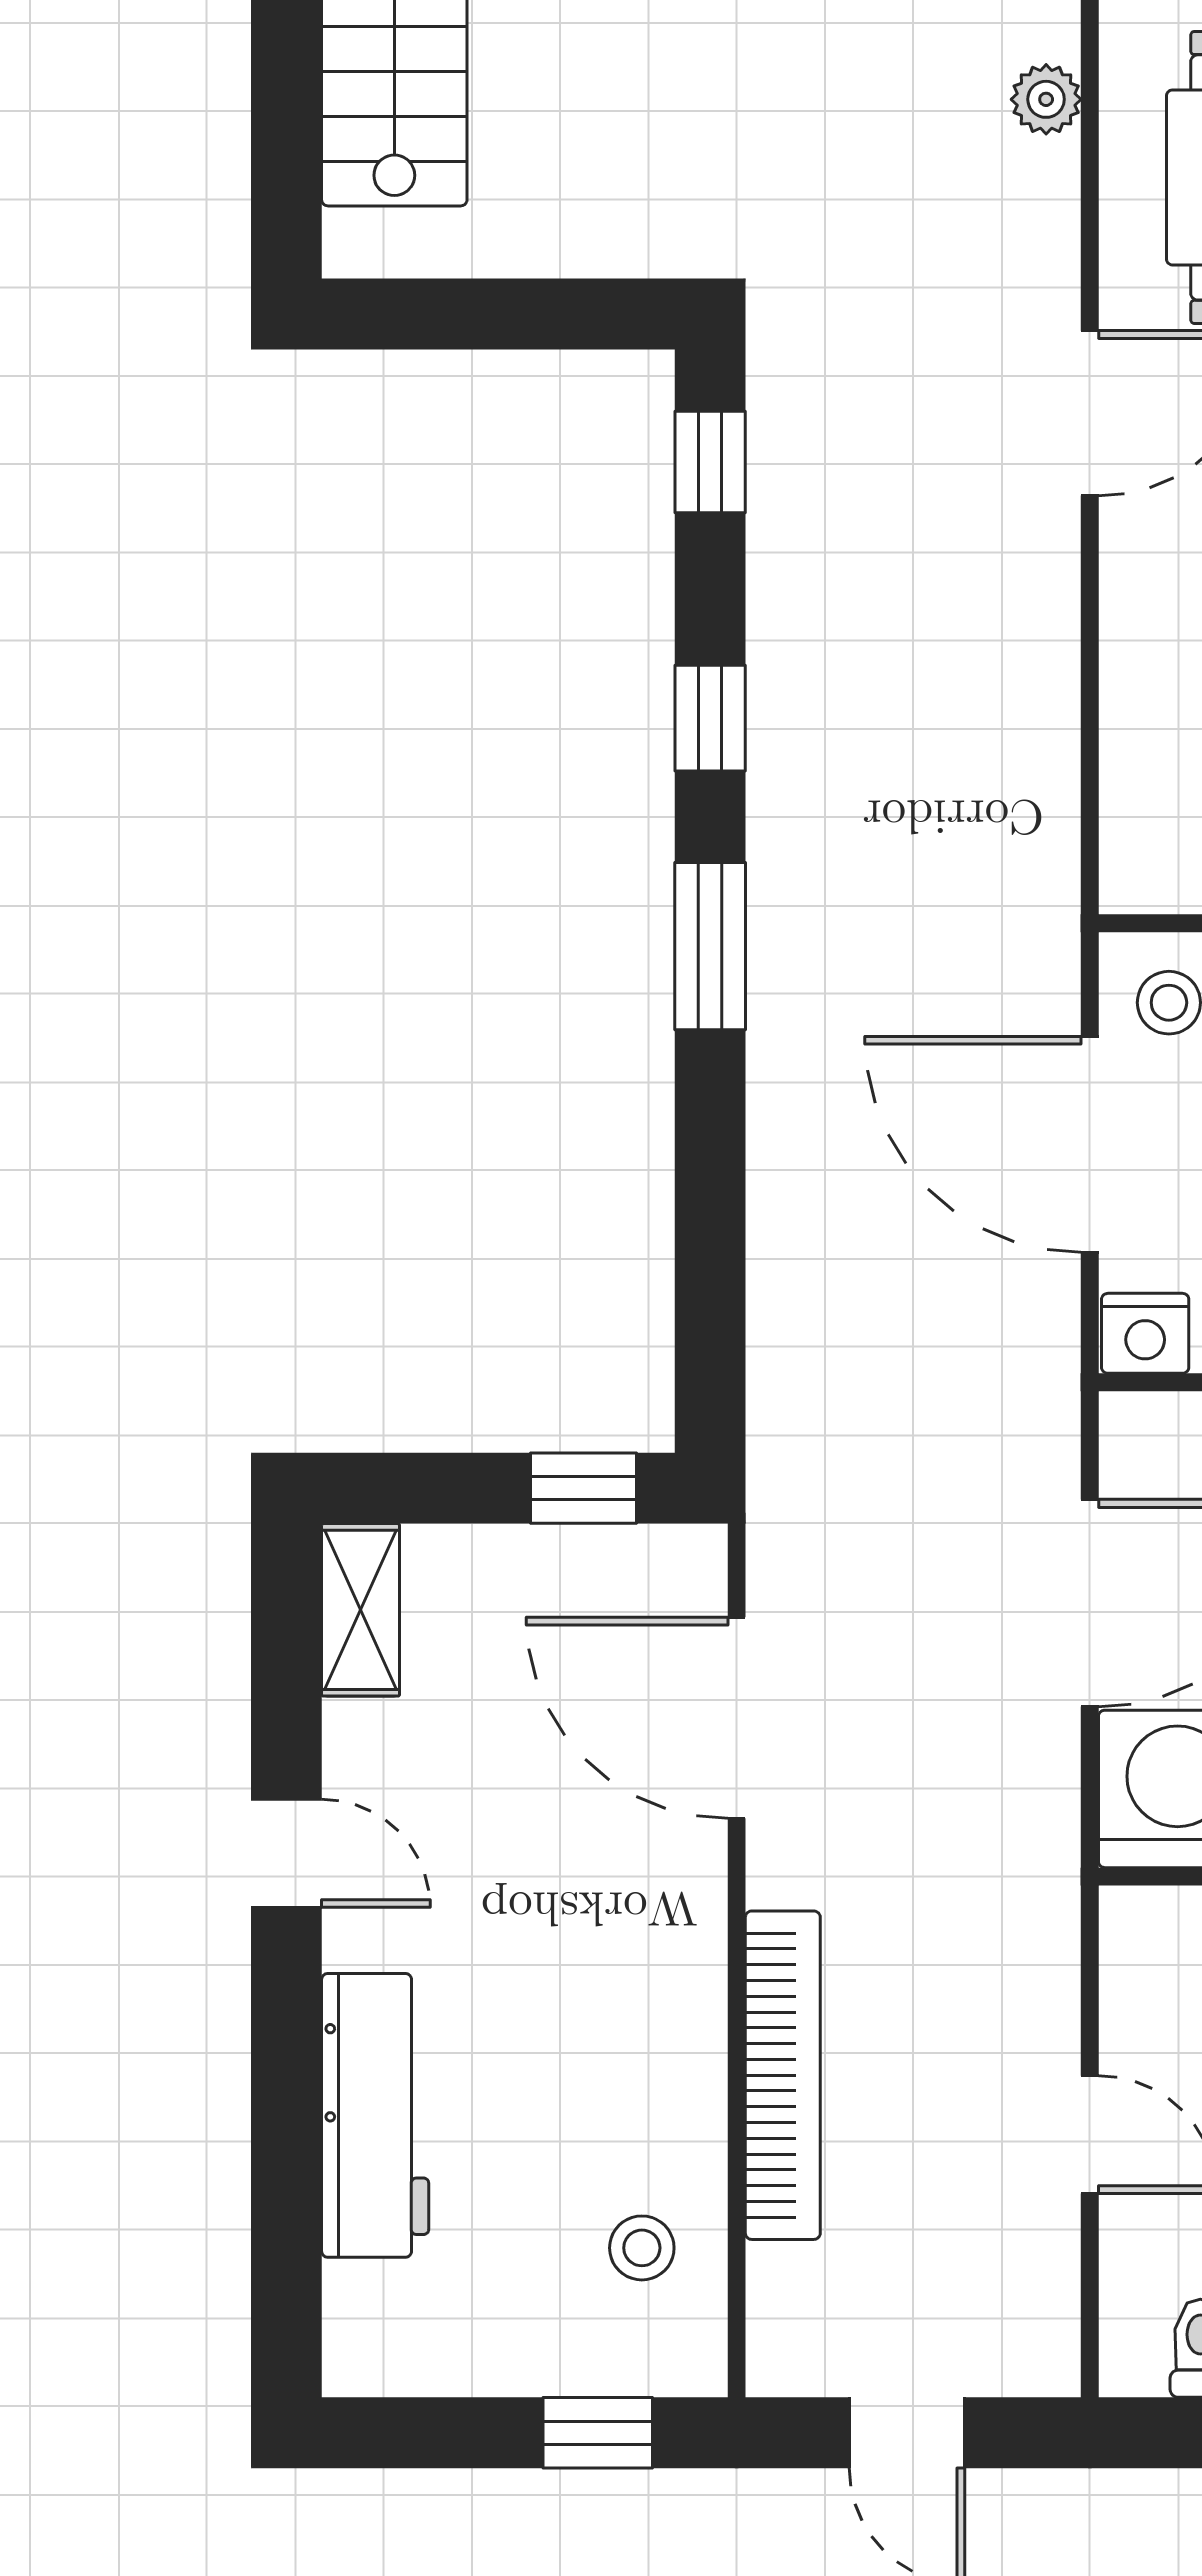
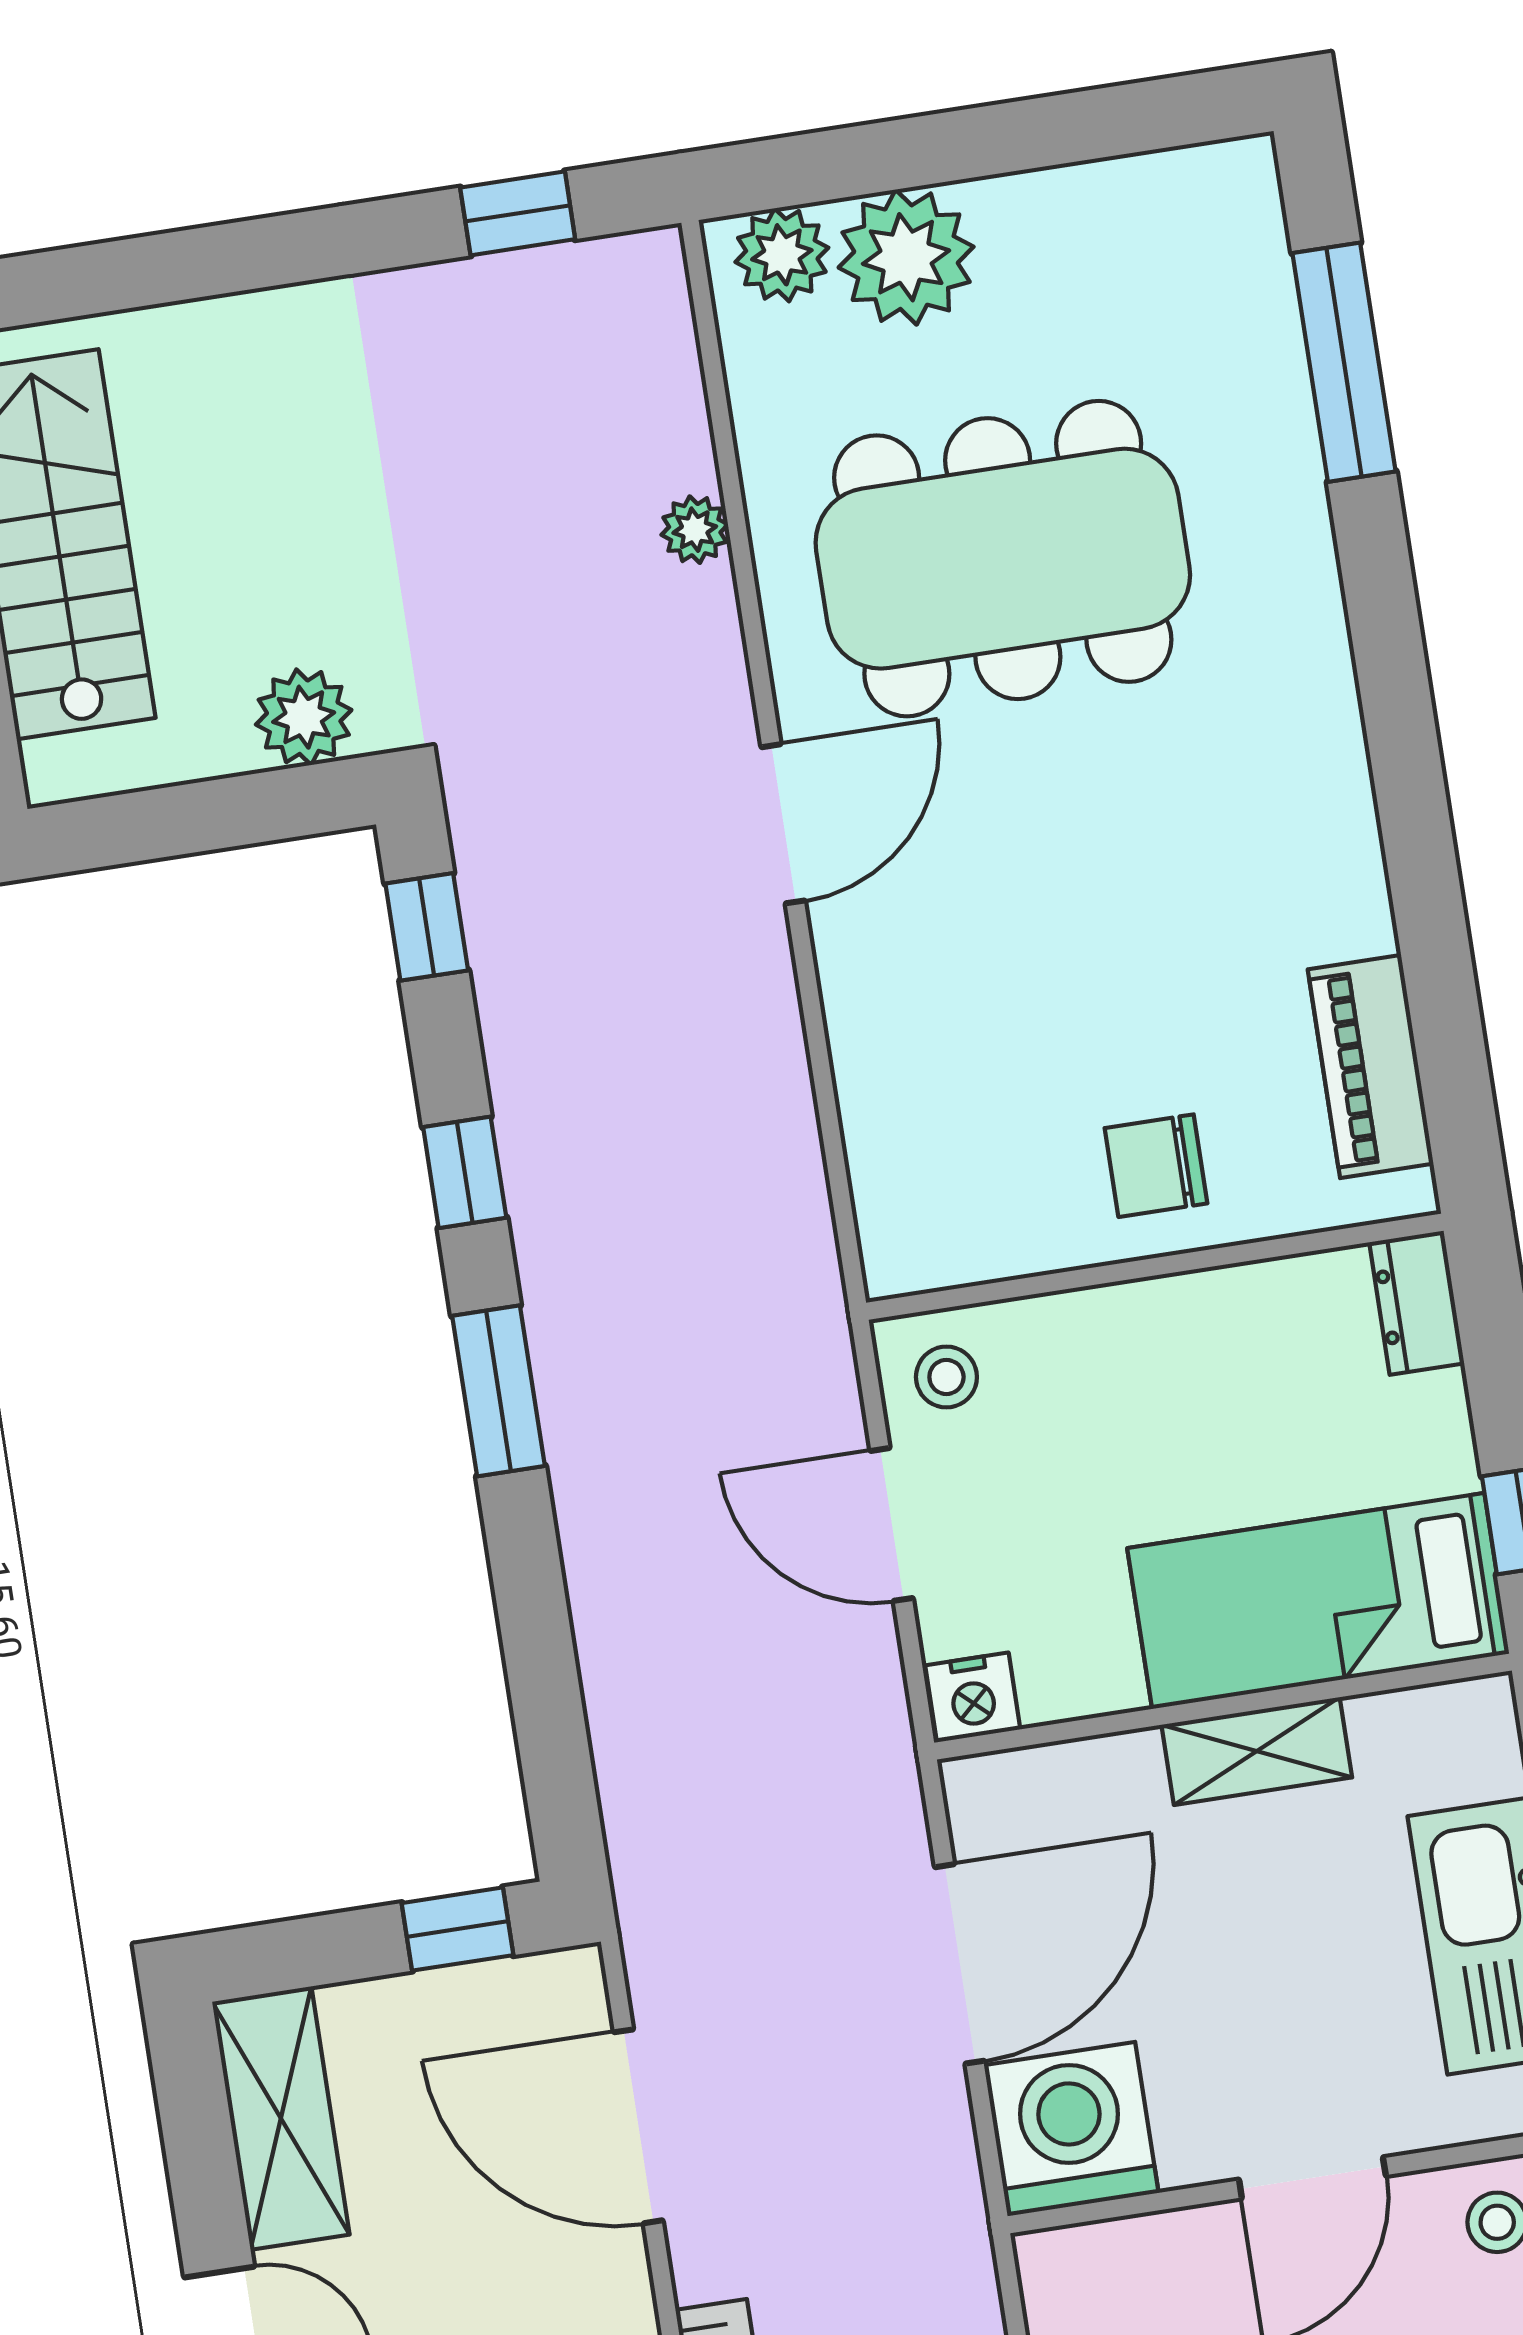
plant: (618, 229) -> (304, 717), added
door: (1090, 1144) -> (892, 1524), width x0.73
shelving: (361, 1610) -> (281, 2118), width x1.50, depth x1.33

